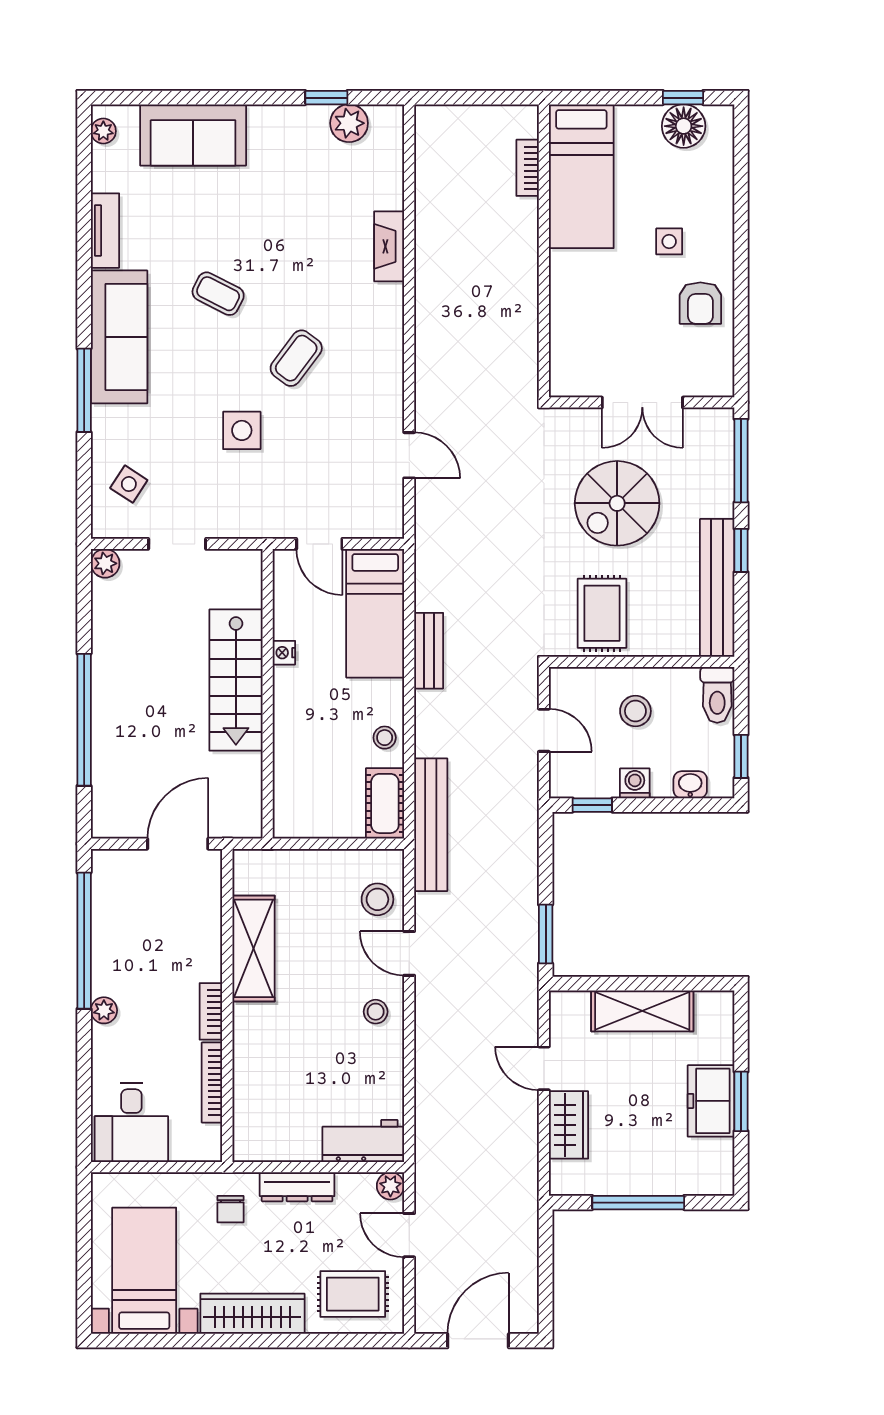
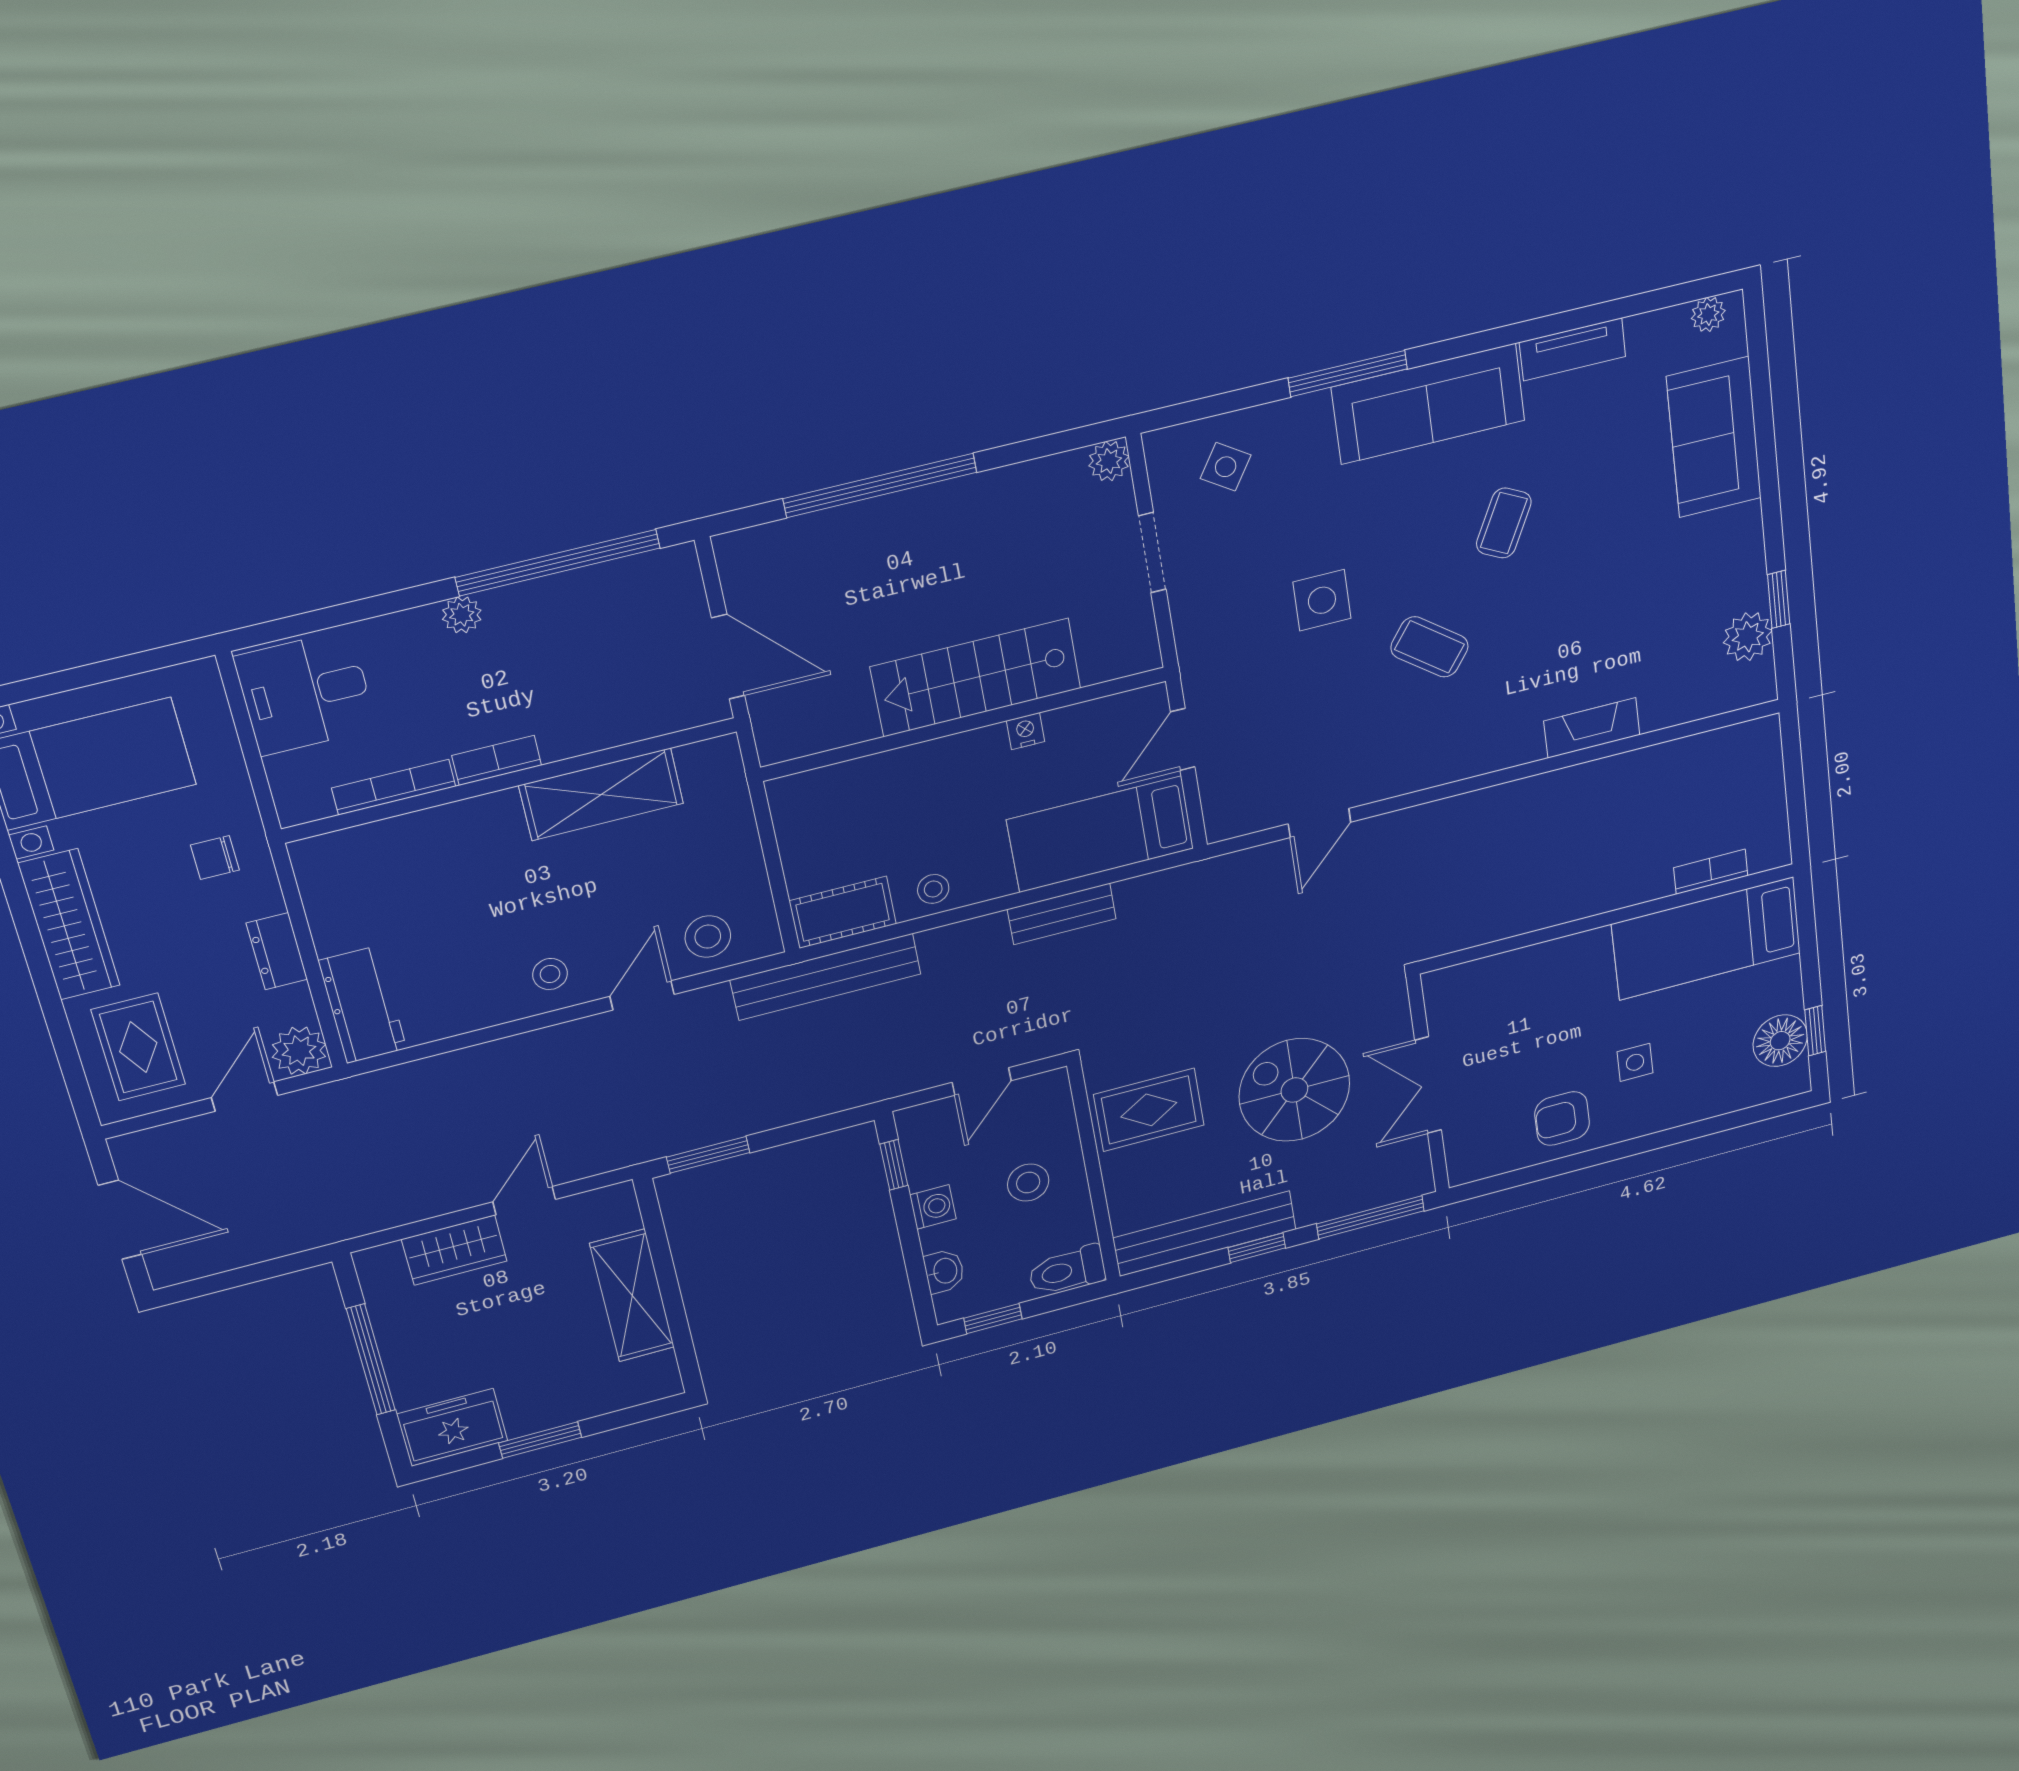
freezer: (711, 1101) -> (452, 1427), moved
plant: (390, 1186) -> (299, 1051), width x1.38, depth x1.38
dresser: (297, 1187) -> (277, 951), width x0.70

